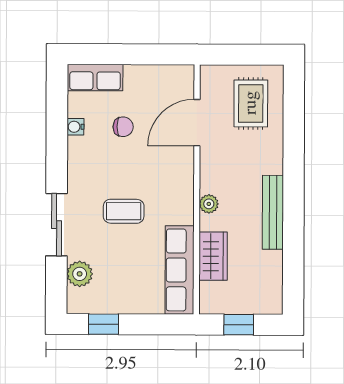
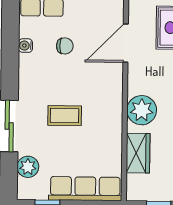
plant: (209, 204) -> (142, 110), width x1.88, depth x1.88
row of seats: (180, 270) -> (85, 189), moved, turned 90

